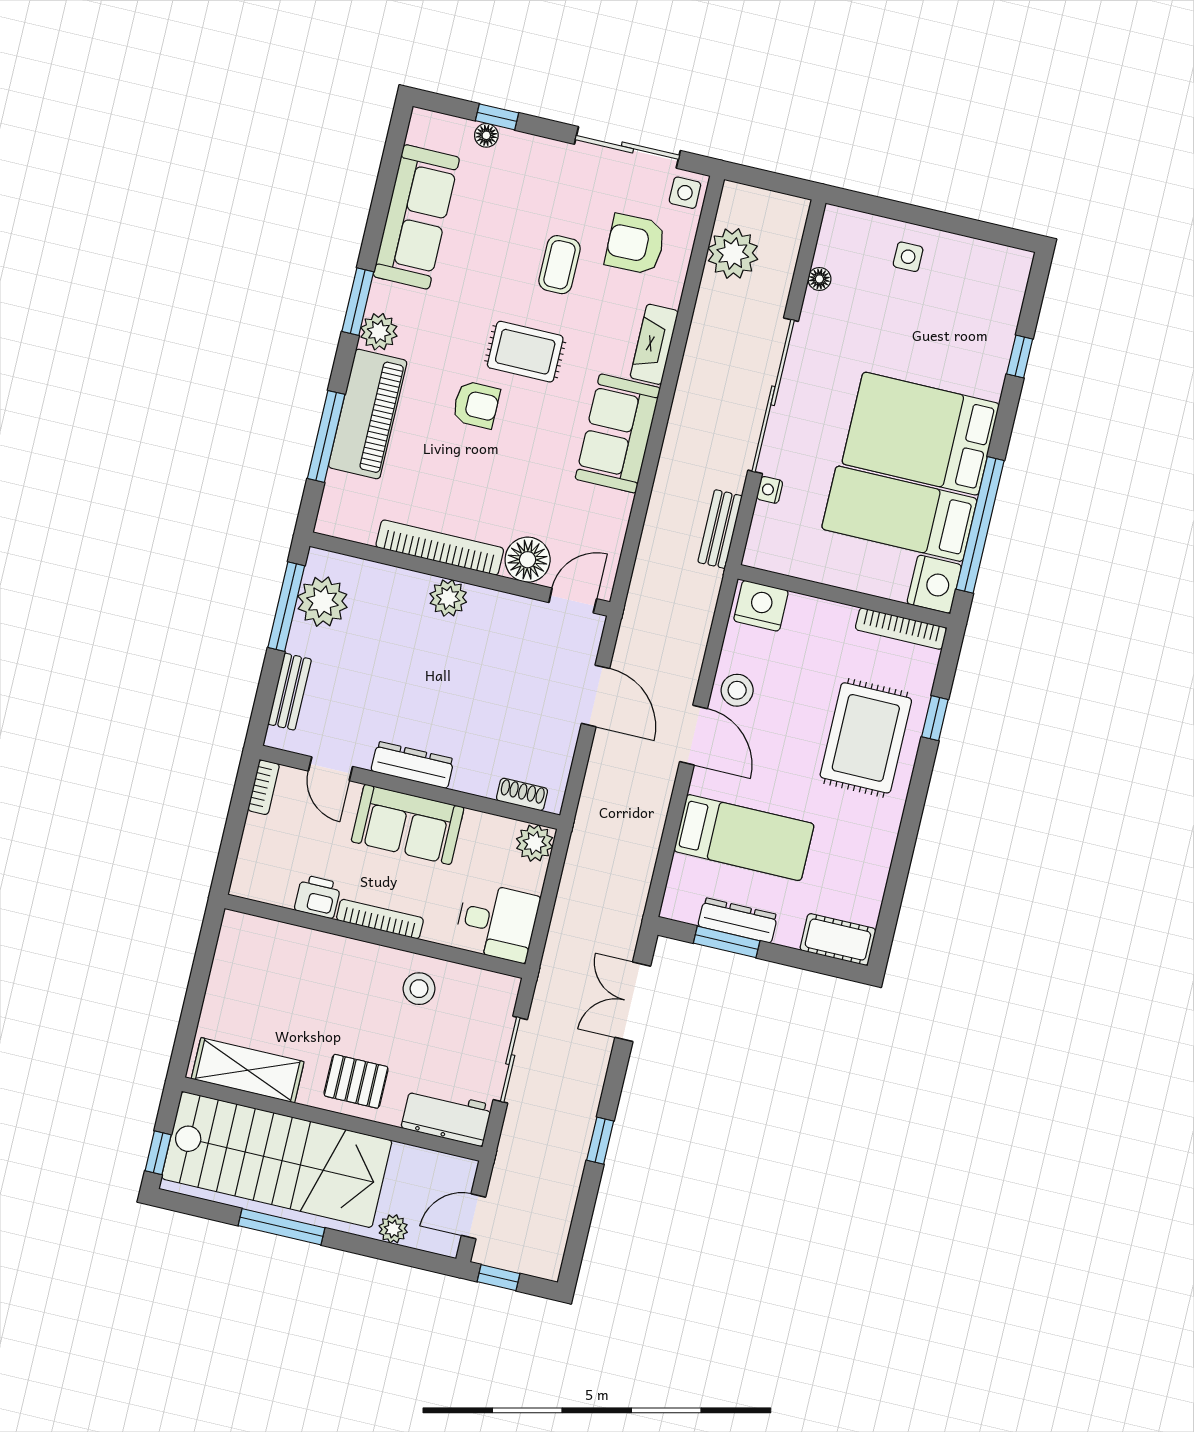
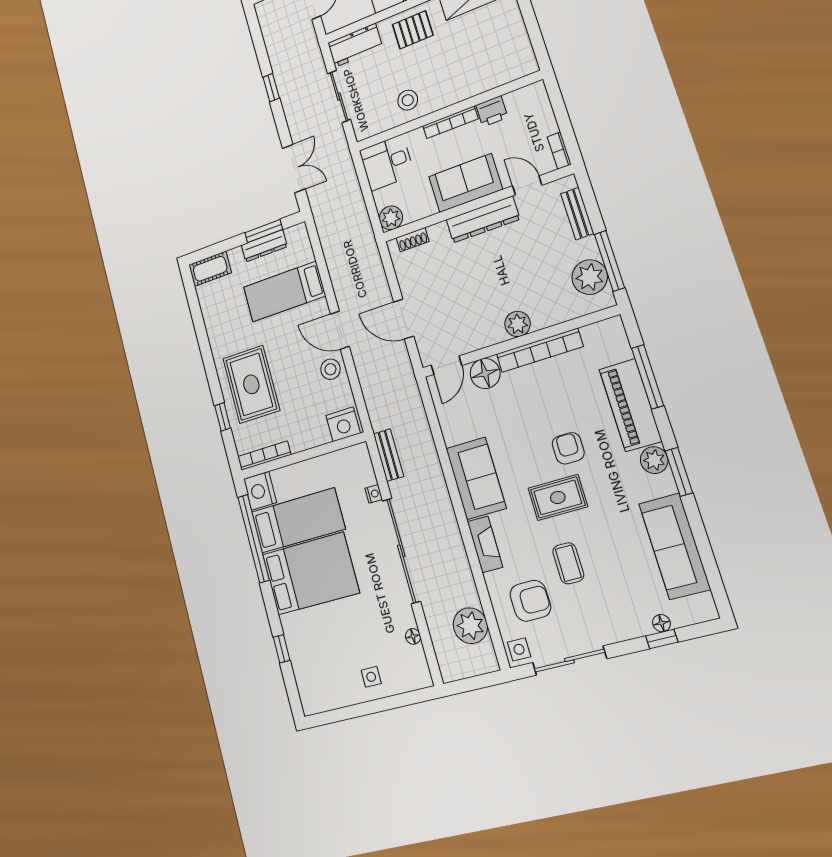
armchair: (476, 405) -> (568, 448), turned 90
dresser: (412, 765) -> (483, 219), width x1.37, depth x1.24

